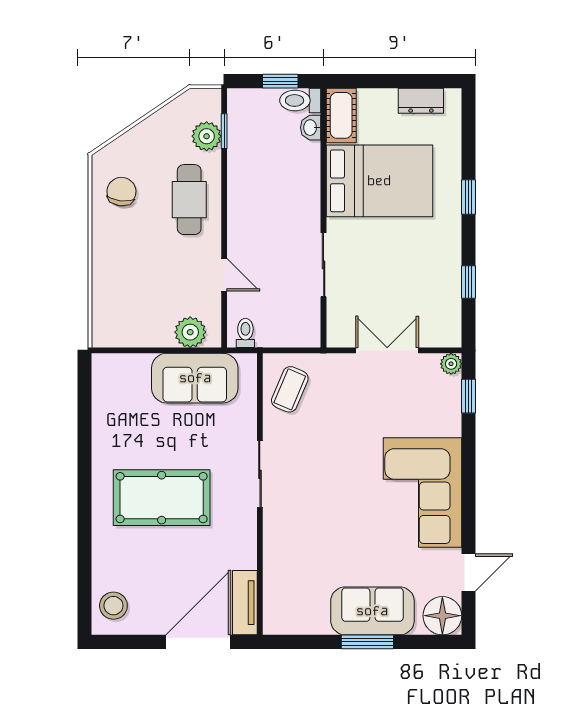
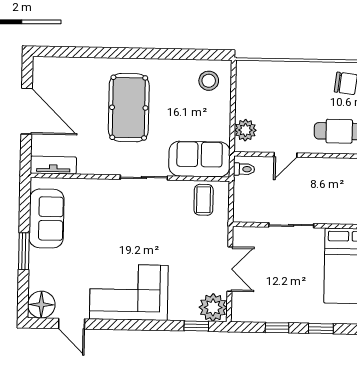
window: (469, 197) -> (321, 328), moved
plant: (451, 364) -> (213, 307), width x1.88, depth x1.88
sofa: (195, 378) -> (199, 159), moved, turned 90
coffee table: (290, 389) -> (204, 200), turned 67
stool: (113, 606) -> (209, 81), moved
sofa: (372, 611) -> (46, 218), moved
door: (198, 642) -> (27, 111), moved

